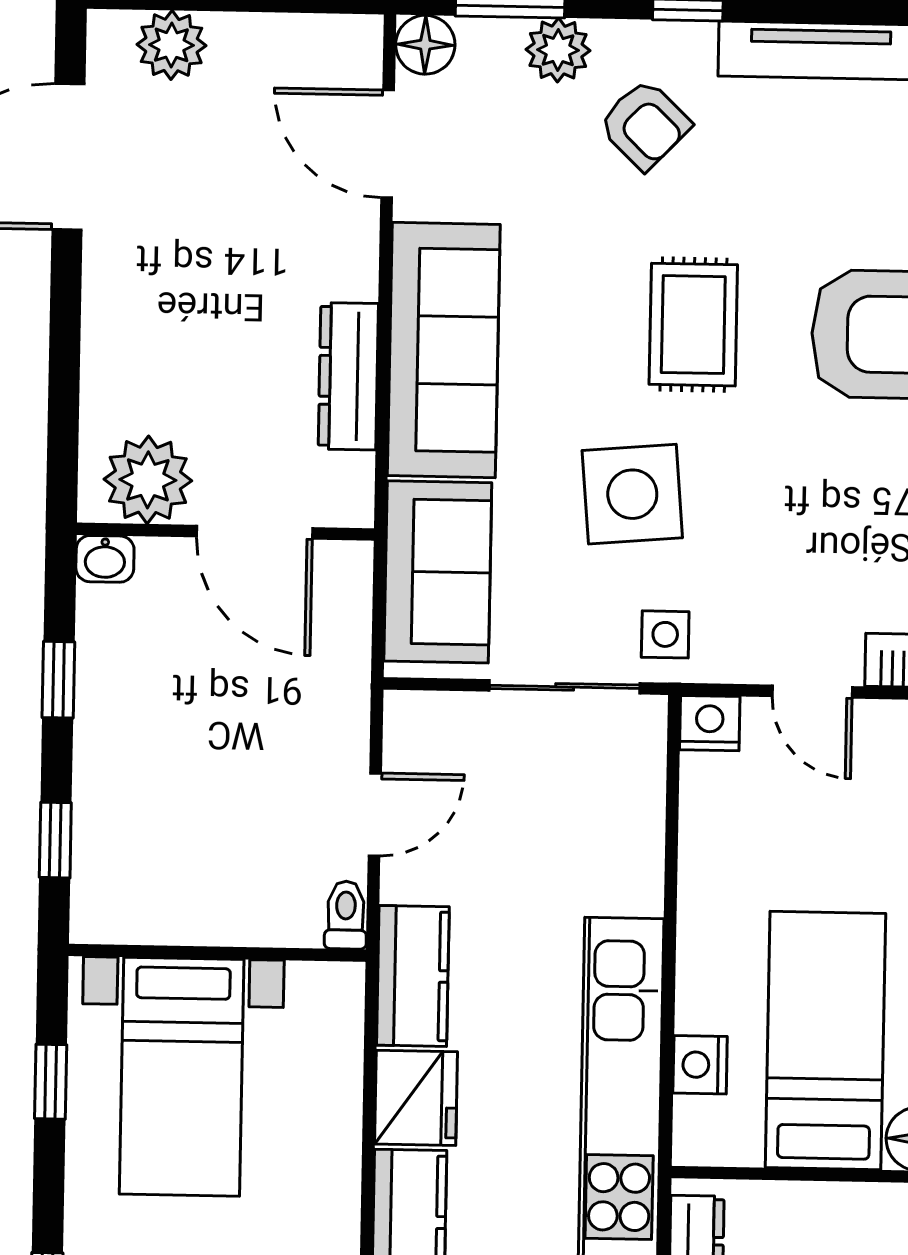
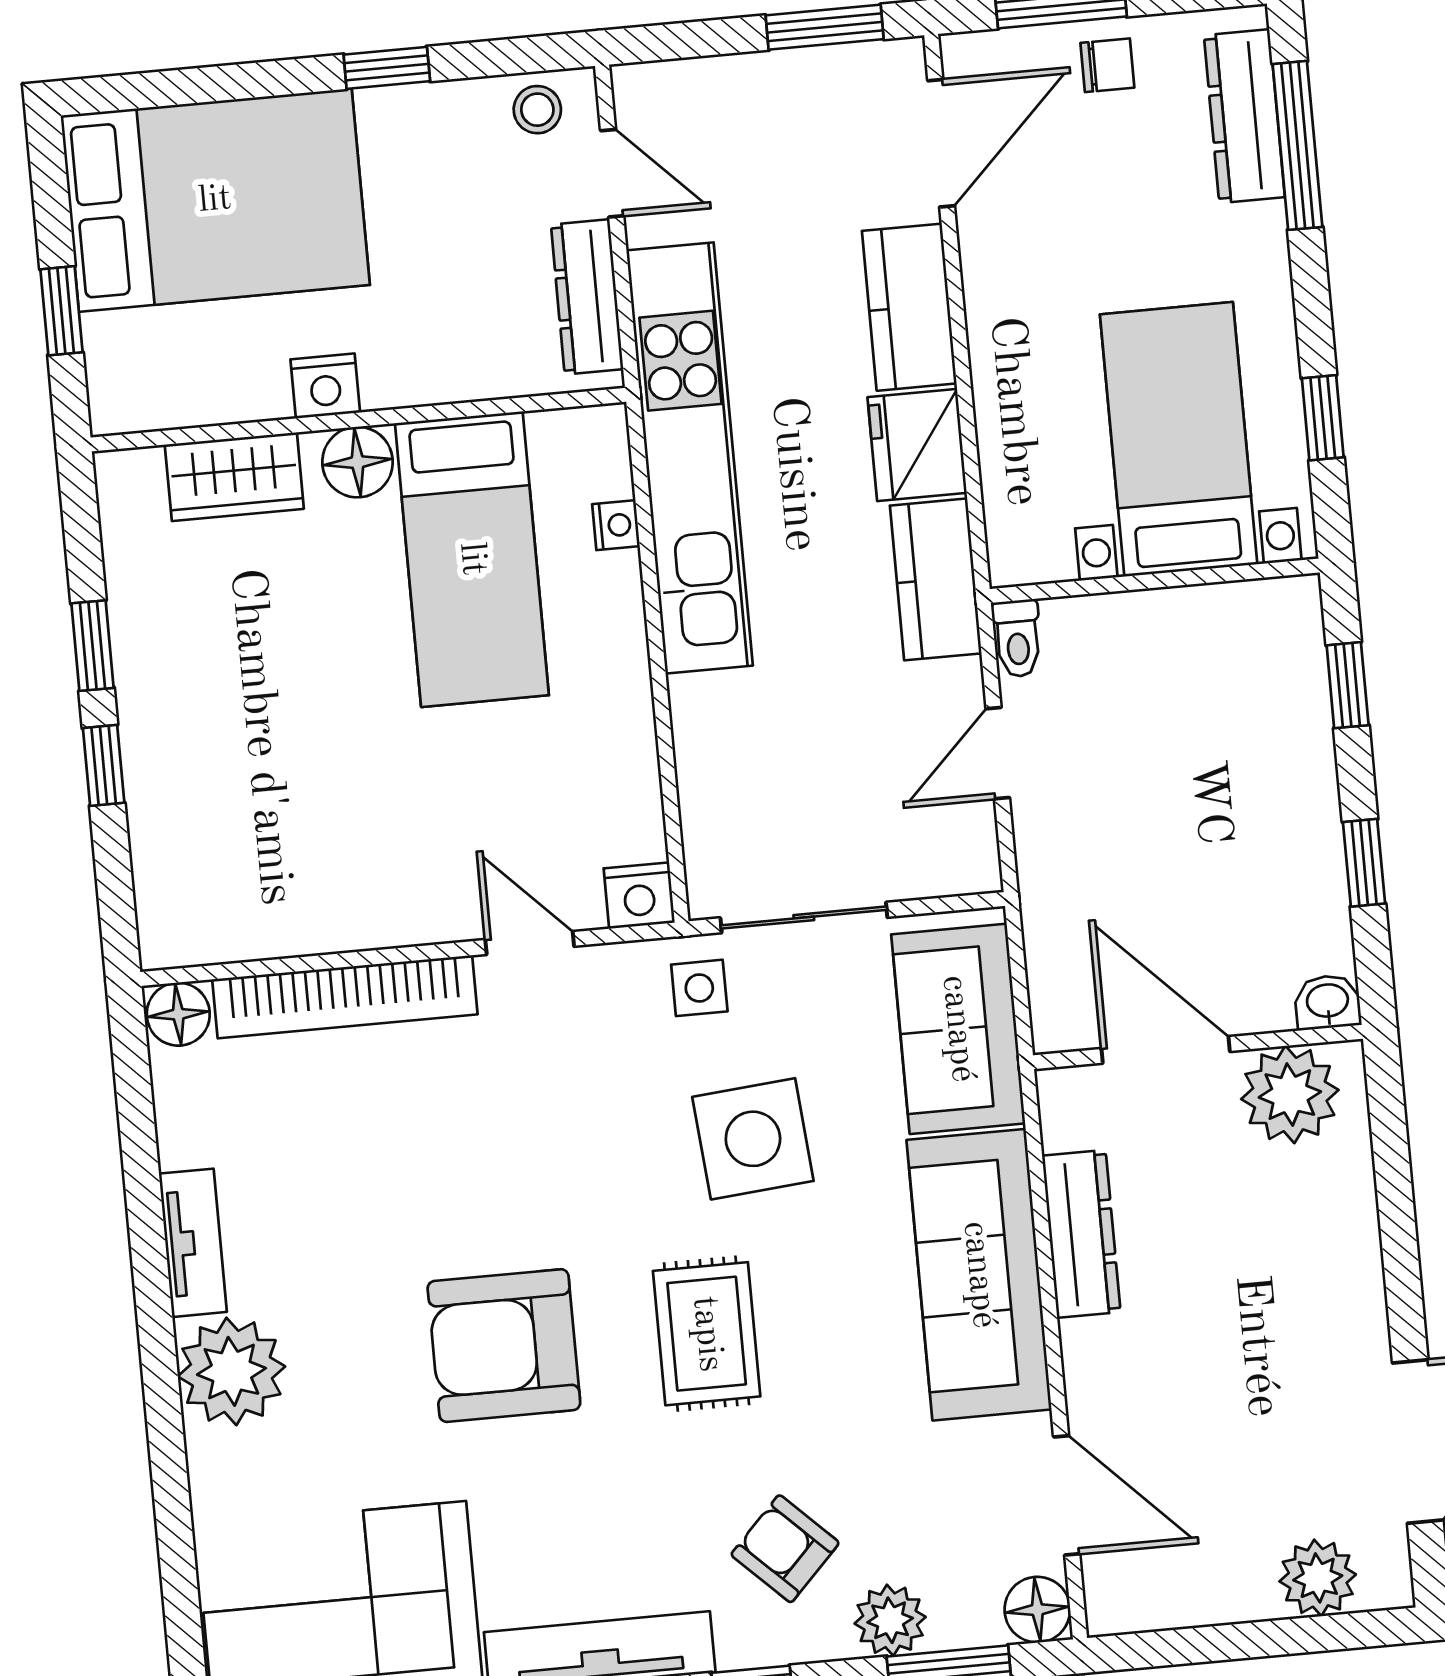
nightstand: (700, 1065) -> (616, 525), width x0.72, depth x0.74

